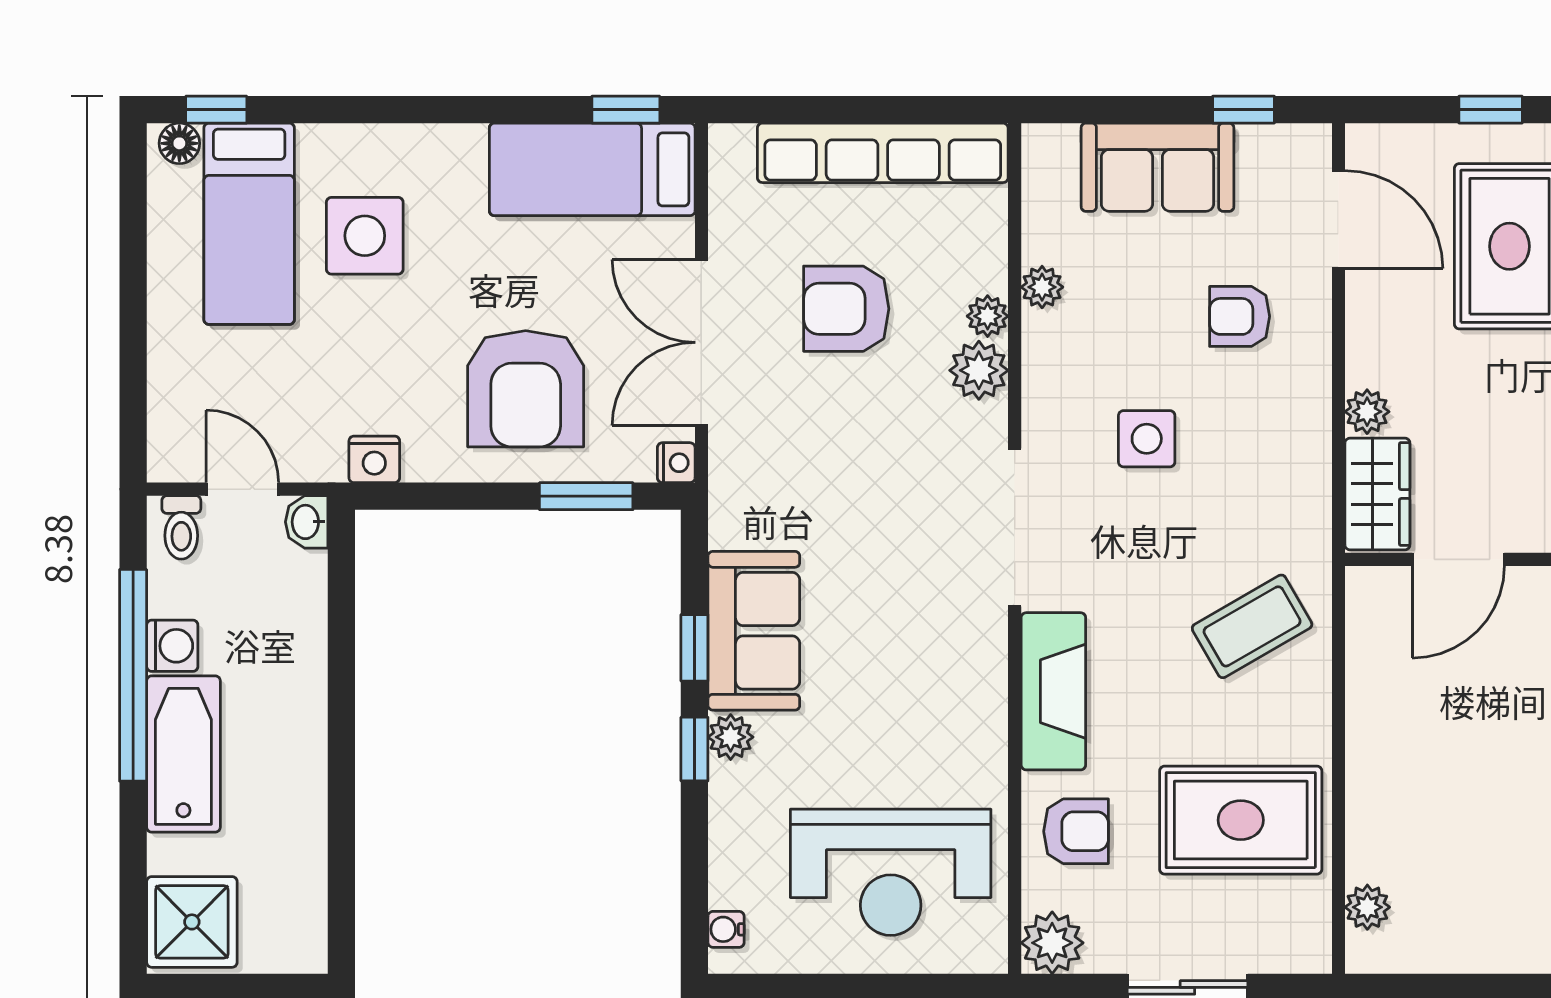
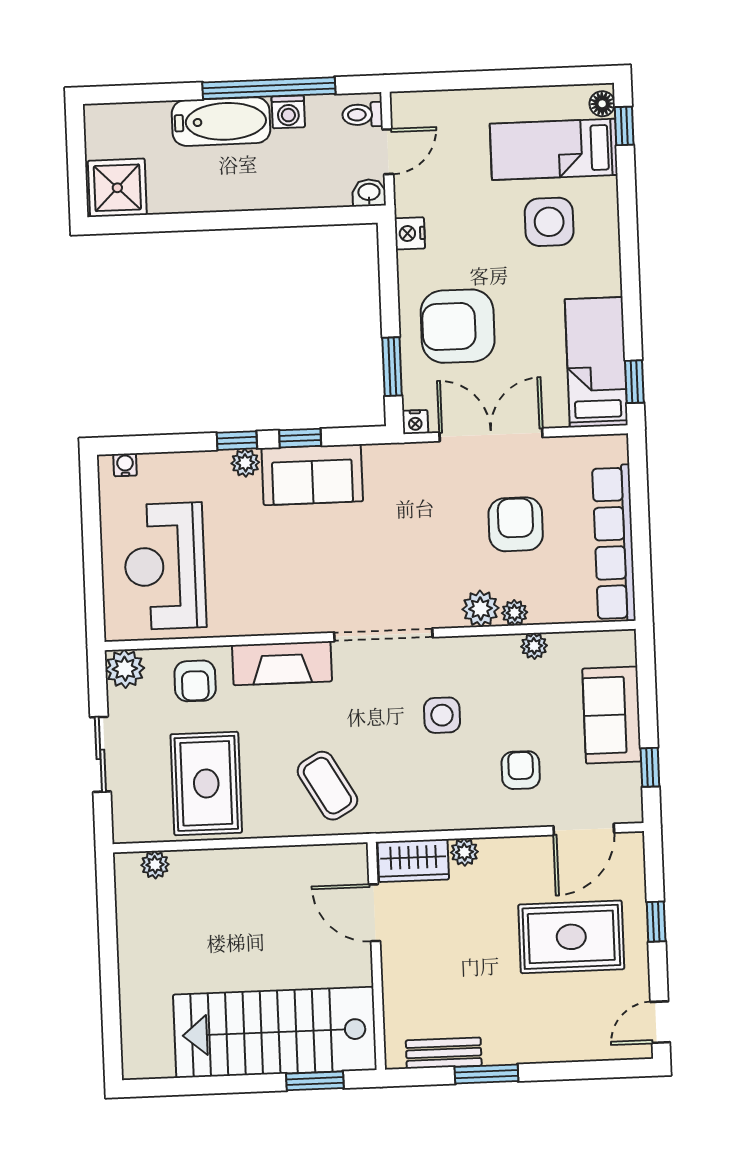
shower: (192, 922) -> (117, 188), moved

